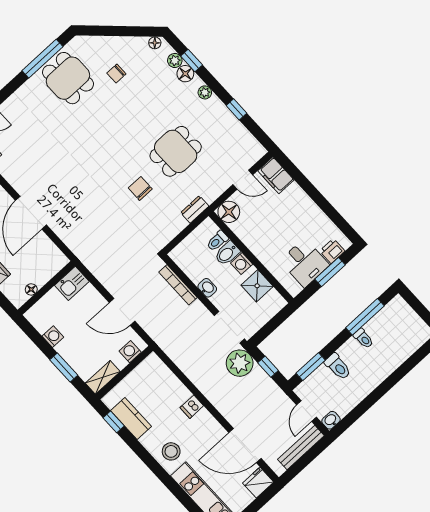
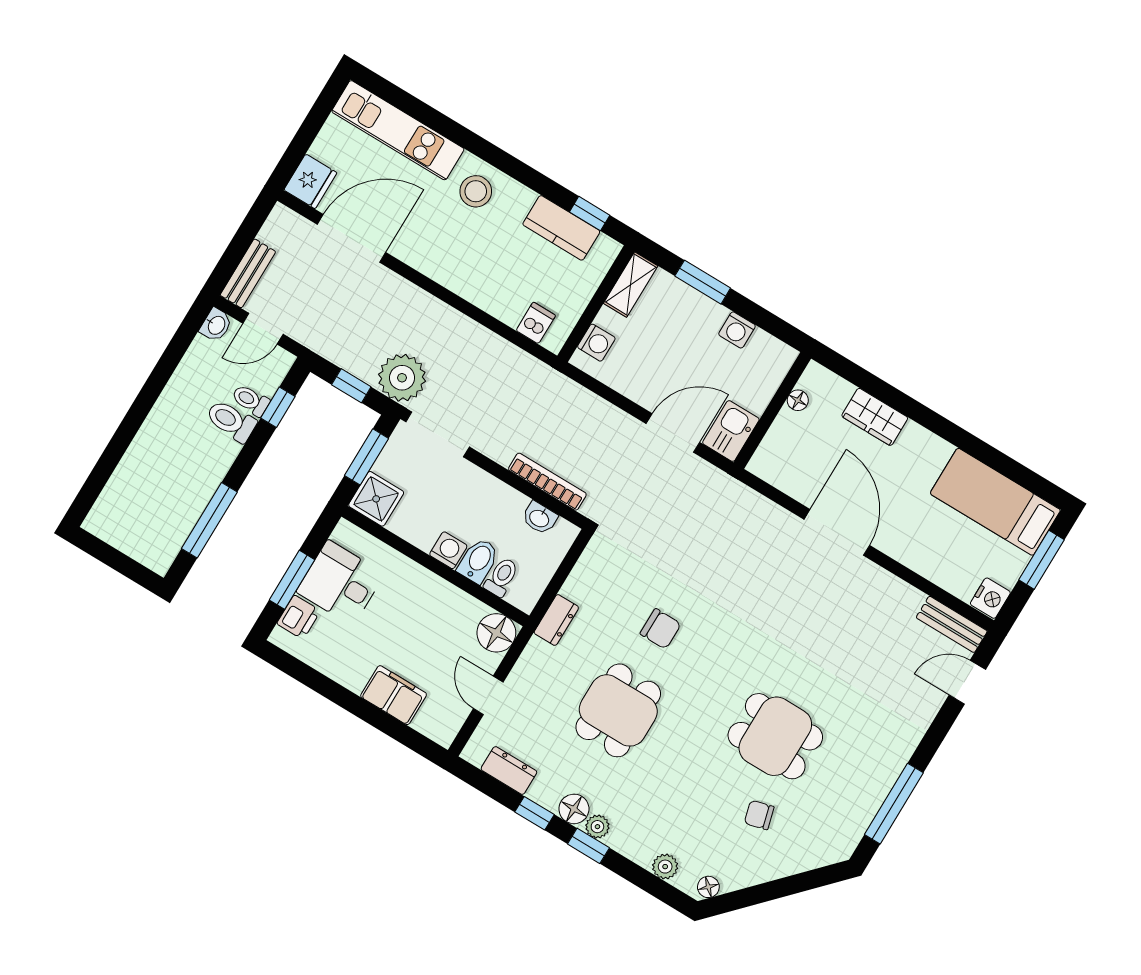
window: (192, 61) -> (588, 846), moved
chair: (116, 74) -> (759, 815), turned -105
floor lamp: (185, 74) -> (574, 809), moved
dining table: (68, 78) -> (775, 736), moved
dresser: (243, 136) -> (509, 770), added
filing cabinet: (276, 175) -> (394, 695), moved
door: (243, 180) -> (488, 695), hinge flipped
shower: (257, 286) -> (376, 499), moved
washbasin: (207, 288) -> (540, 518), moved
door: (122, 312) -> (673, 433), moved
window: (271, 326) -> (366, 457), added
toilet: (363, 338) -> (251, 400), moved
window: (311, 367) -> (278, 407), width x0.67
dishwasher: (192, 407) -> (536, 323), moved
door: (306, 411) -> (263, 329), swing flipped
bench: (301, 447) -> (248, 273), width x0.73

